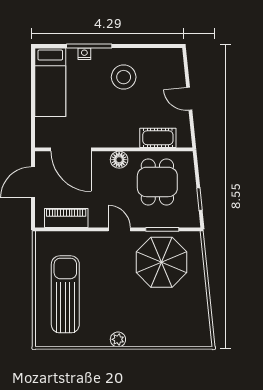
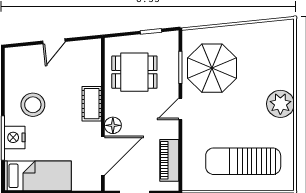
nightstand: (84, 54) -> (15, 137), width x1.89, depth x1.79
cot: (158, 138) -> (92, 104), moved
floor lamp: (119, 160) -> (113, 125), moved
plant: (118, 339) -> (280, 104), width x1.88, depth x1.88

